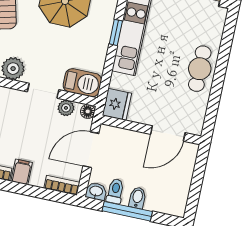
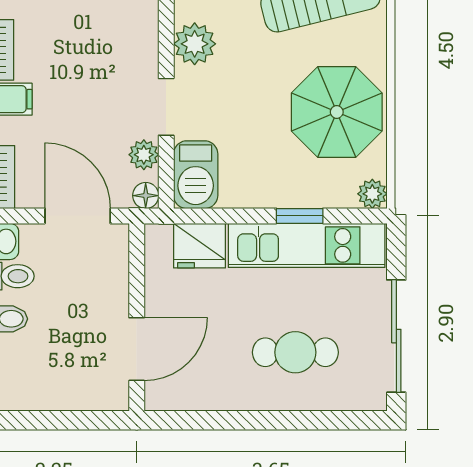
cafe table: (200, 69) -> (295, 352), moved
fridge: (117, 104) -> (199, 246), moved
door: (168, 133) -> (137, 349), swing flipped

